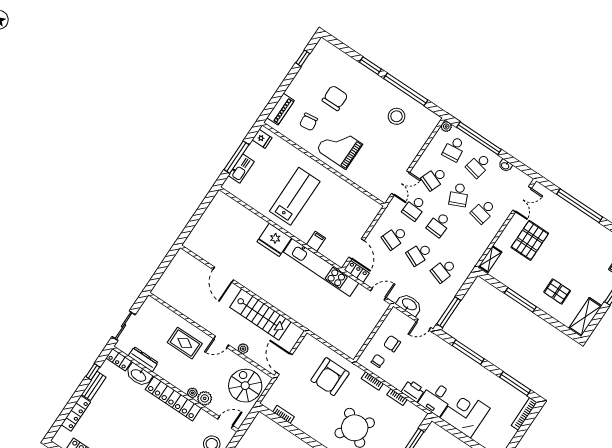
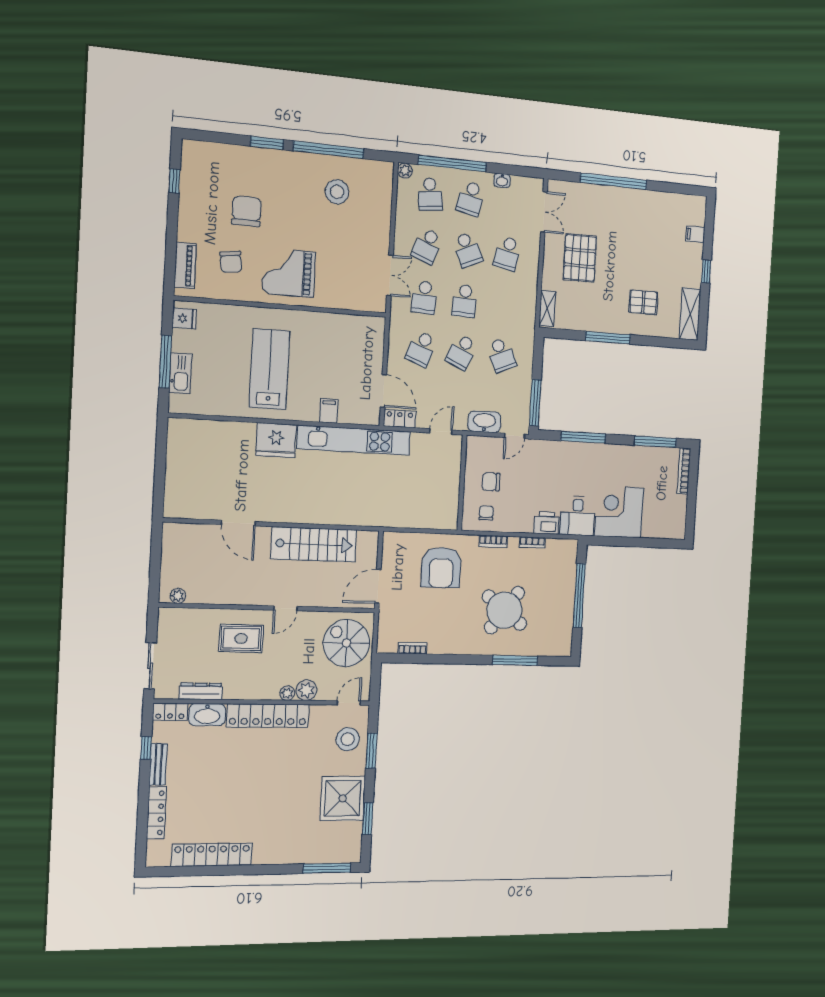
school desk: (444, 270) -> (501, 355), turned -42
plant: (243, 349) -> (178, 596), moved
door: (284, 364) -> (378, 586), hinge flipped

